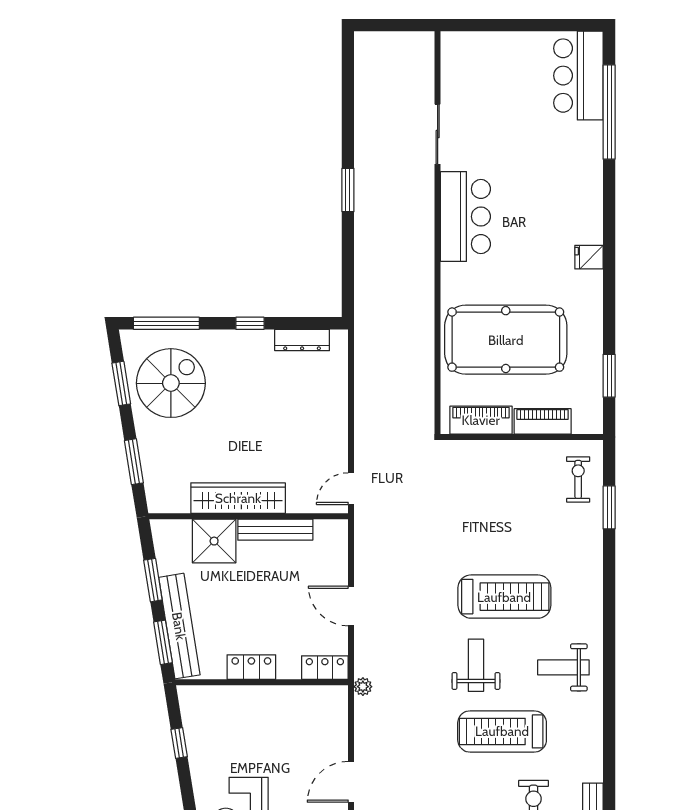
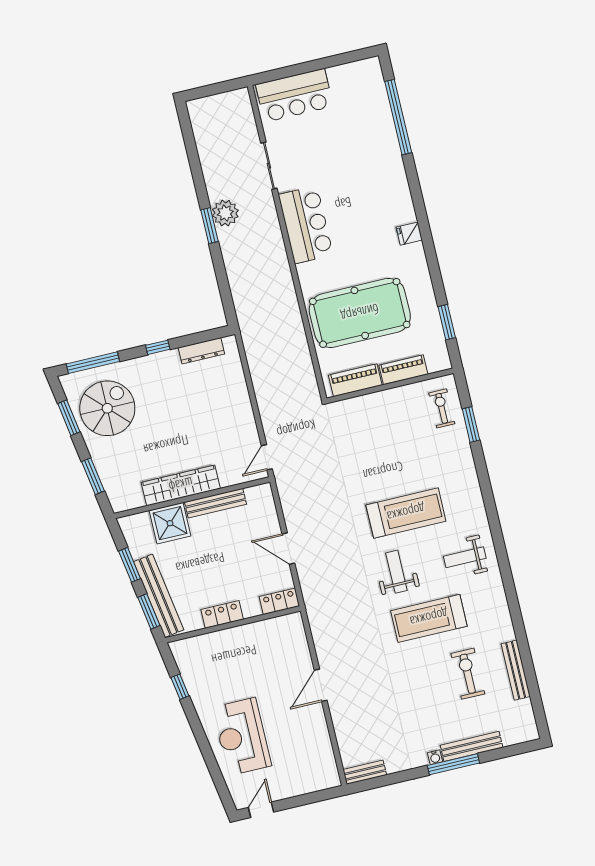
bar counter: (578, 76) -> (294, 95), moved, turned -90
plant: (363, 687) -> (225, 213), moved, width x1.88, depth x1.88

